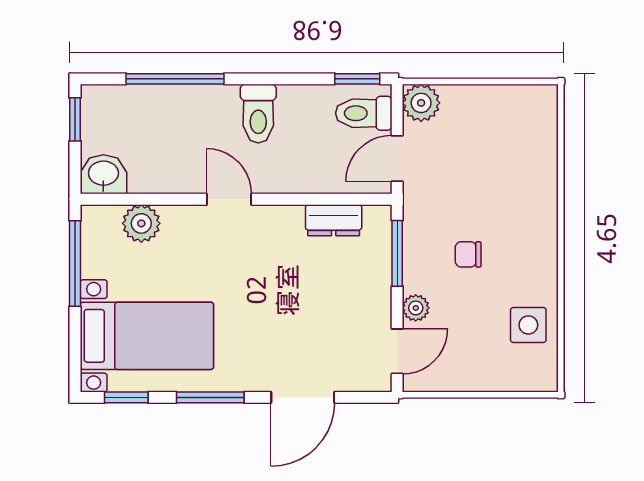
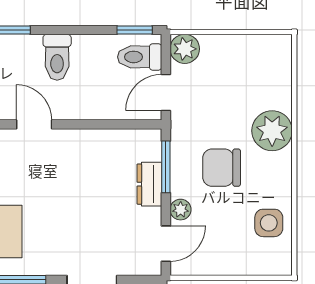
plant: (533, 207) -> (272, 131), added
dresser: (334, 220) -> (149, 184), moved, turned 90
chair: (468, 254) -> (222, 168), width x1.87, depth x1.87

